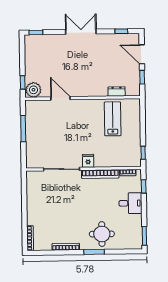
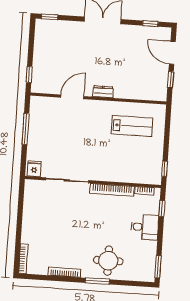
plant: (33, 90) -> (41, 84), removed
dresser: (117, 92) -> (103, 92), moved
door: (60, 98) -> (72, 97), hinge flipped
lab bench: (113, 119) -> (132, 126), turned 90
fridge: (88, 161) -> (34, 169), moved

